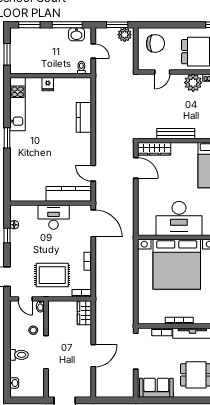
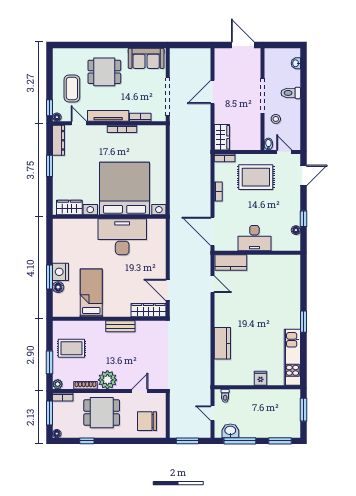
plant: (125, 35) -> (180, 430), removed
bench: (176, 134) -> (120, 326), width x0.73
kitchen counter: (68, 194) -> (231, 263), width x0.67

